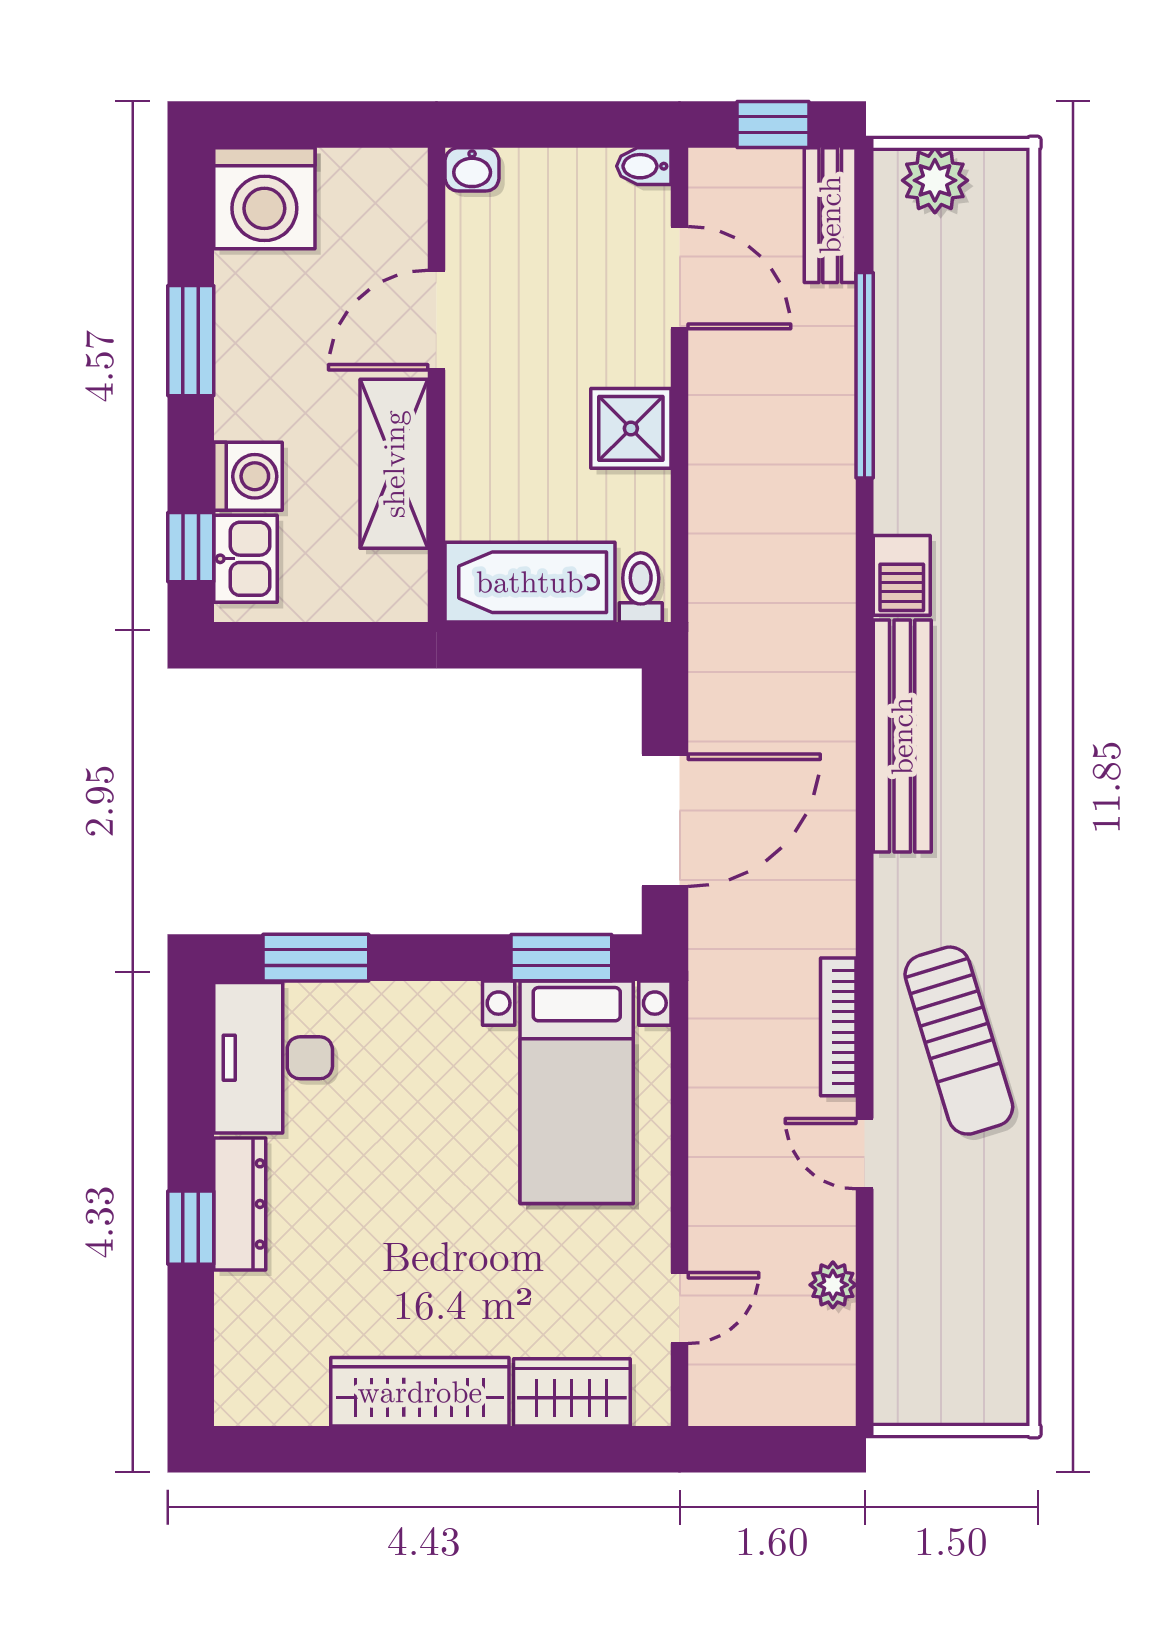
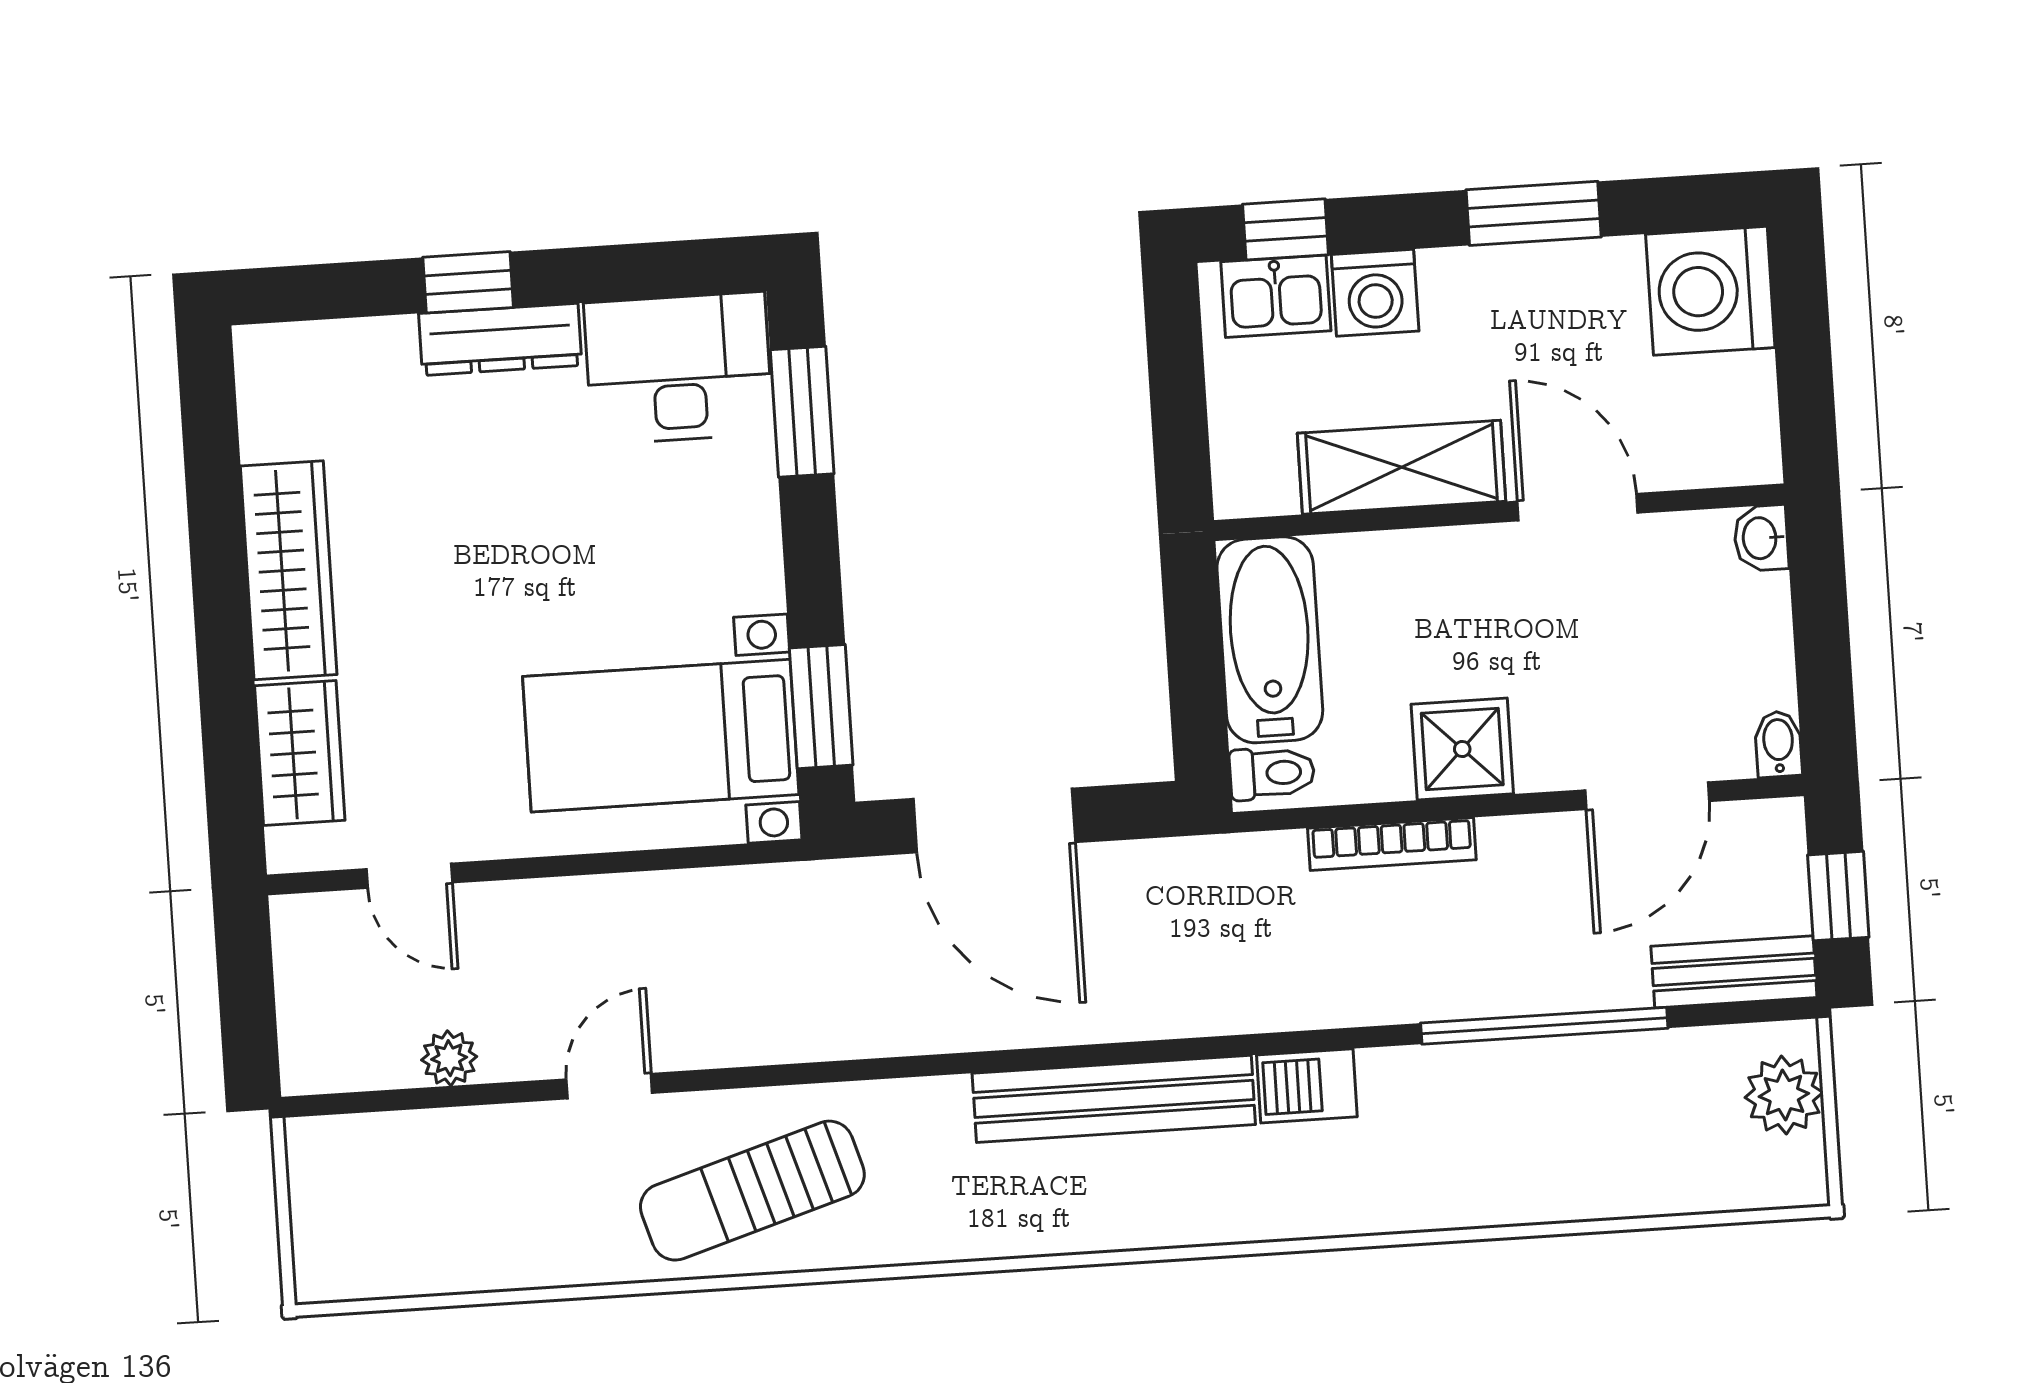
bookcase: (838, 1027) -> (1392, 844), moved, turned 180

